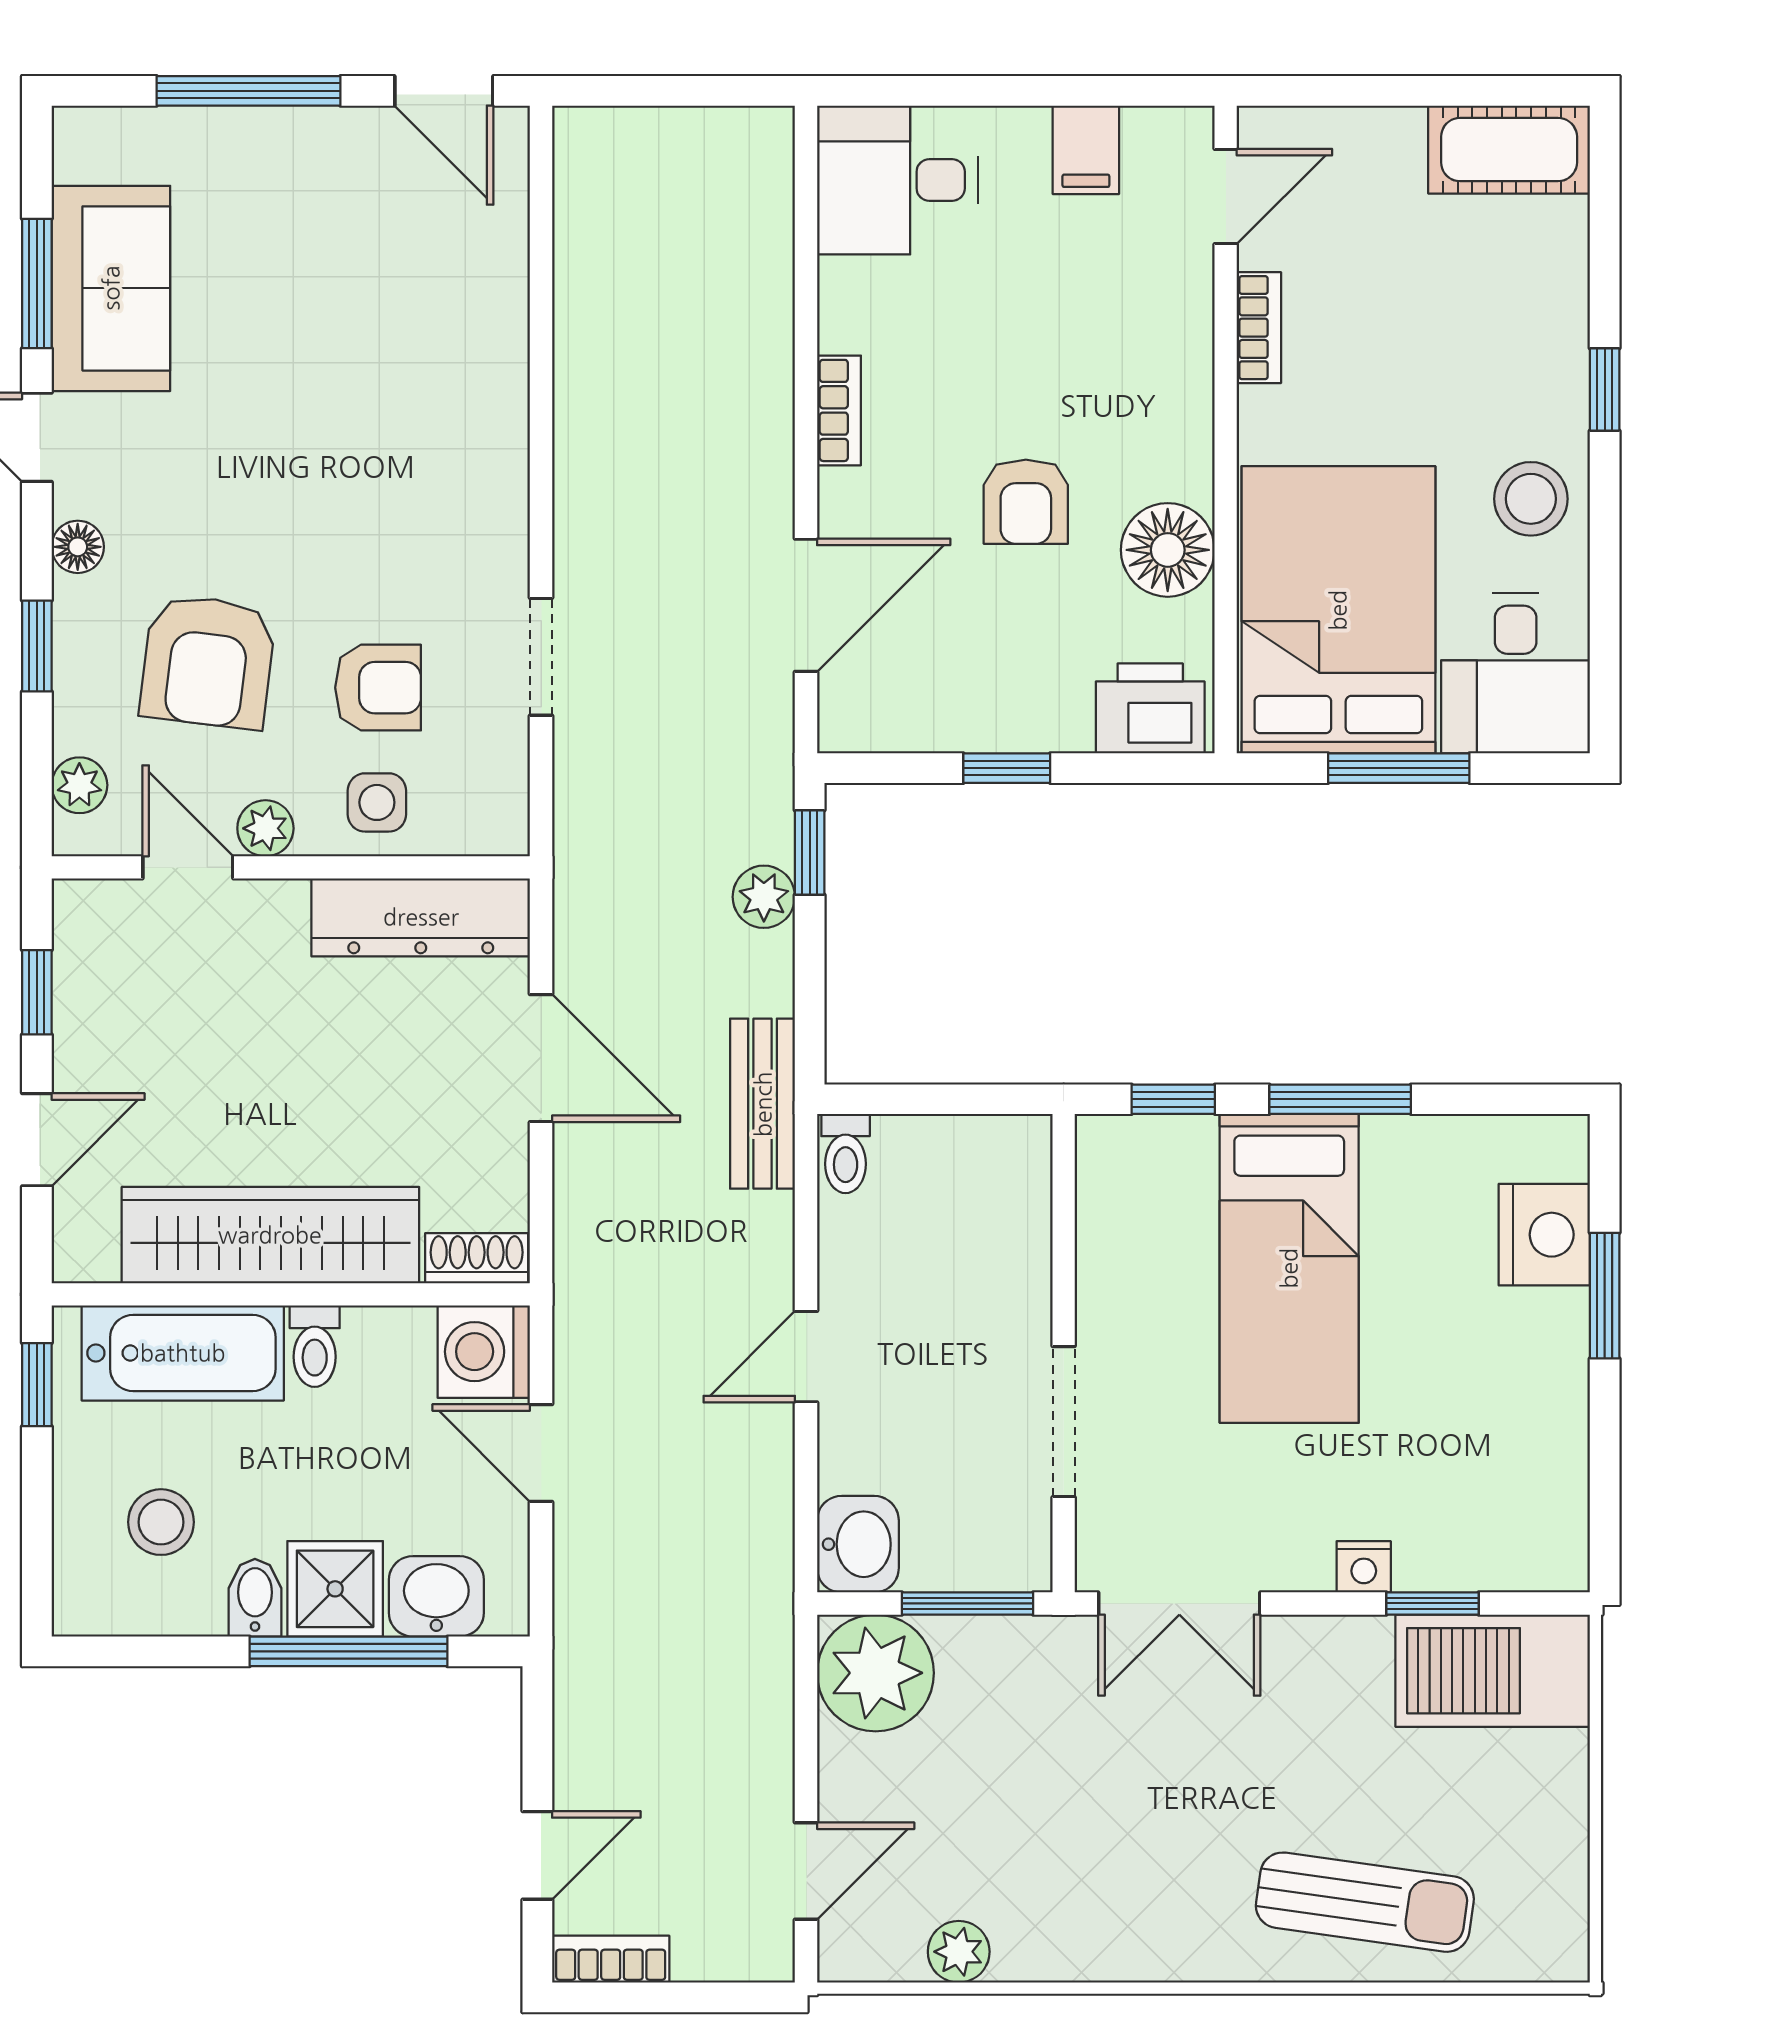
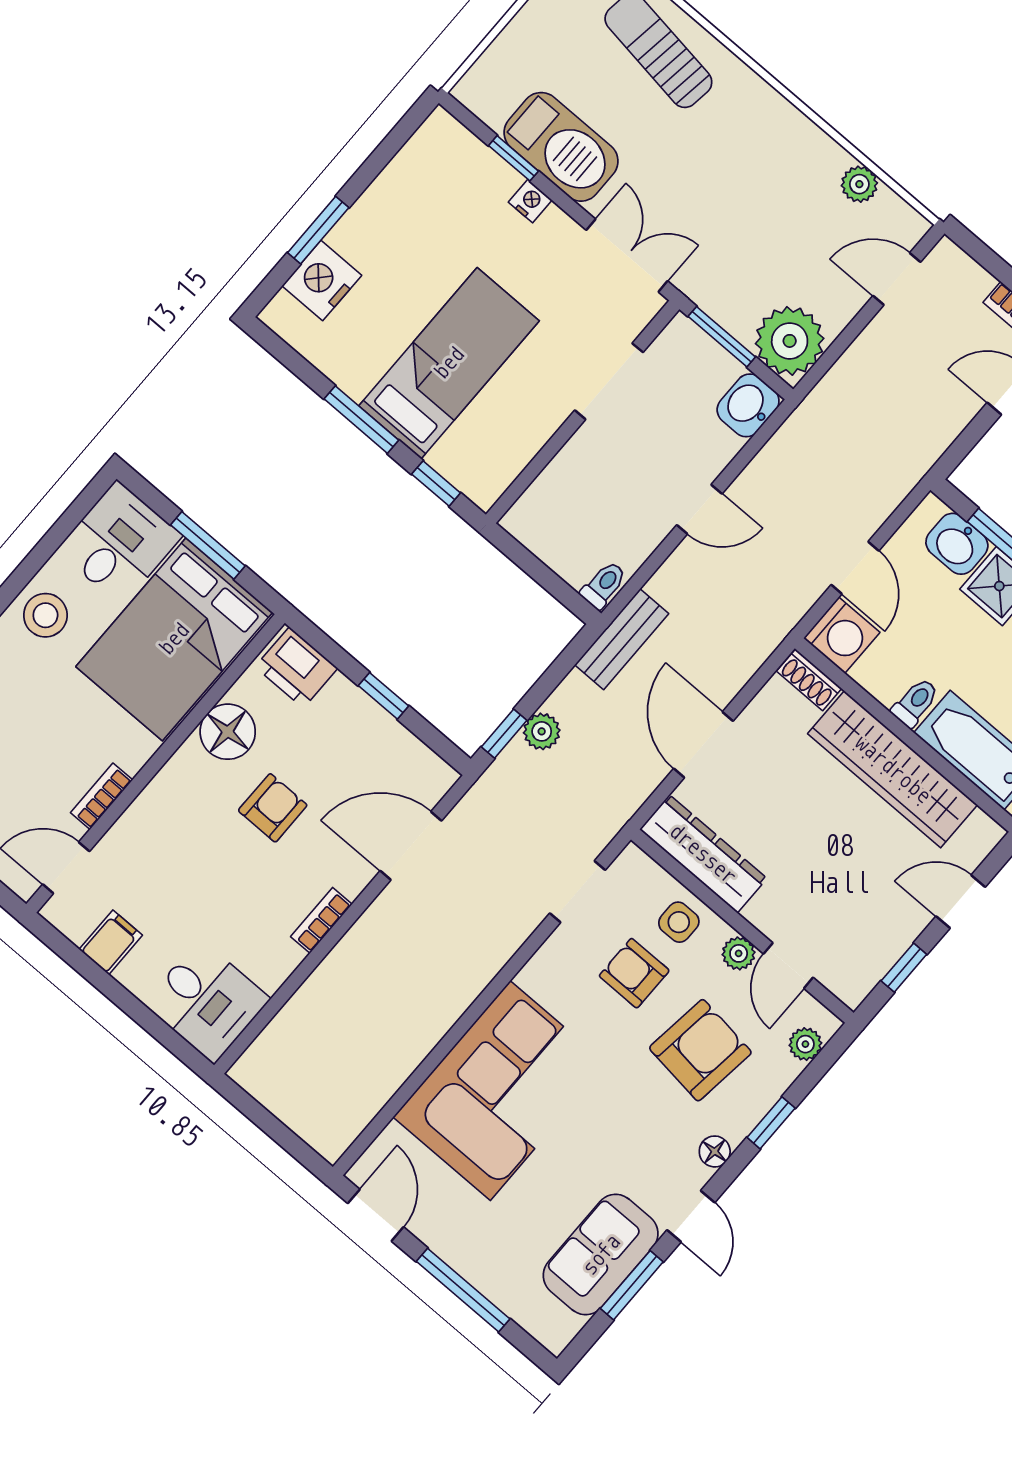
corner sofa: (421, 389) -> (500, 1091), added
doorway: (541, 657) -> (577, 892), moved
barbecue: (1493, 1671) -> (561, 147), moved

